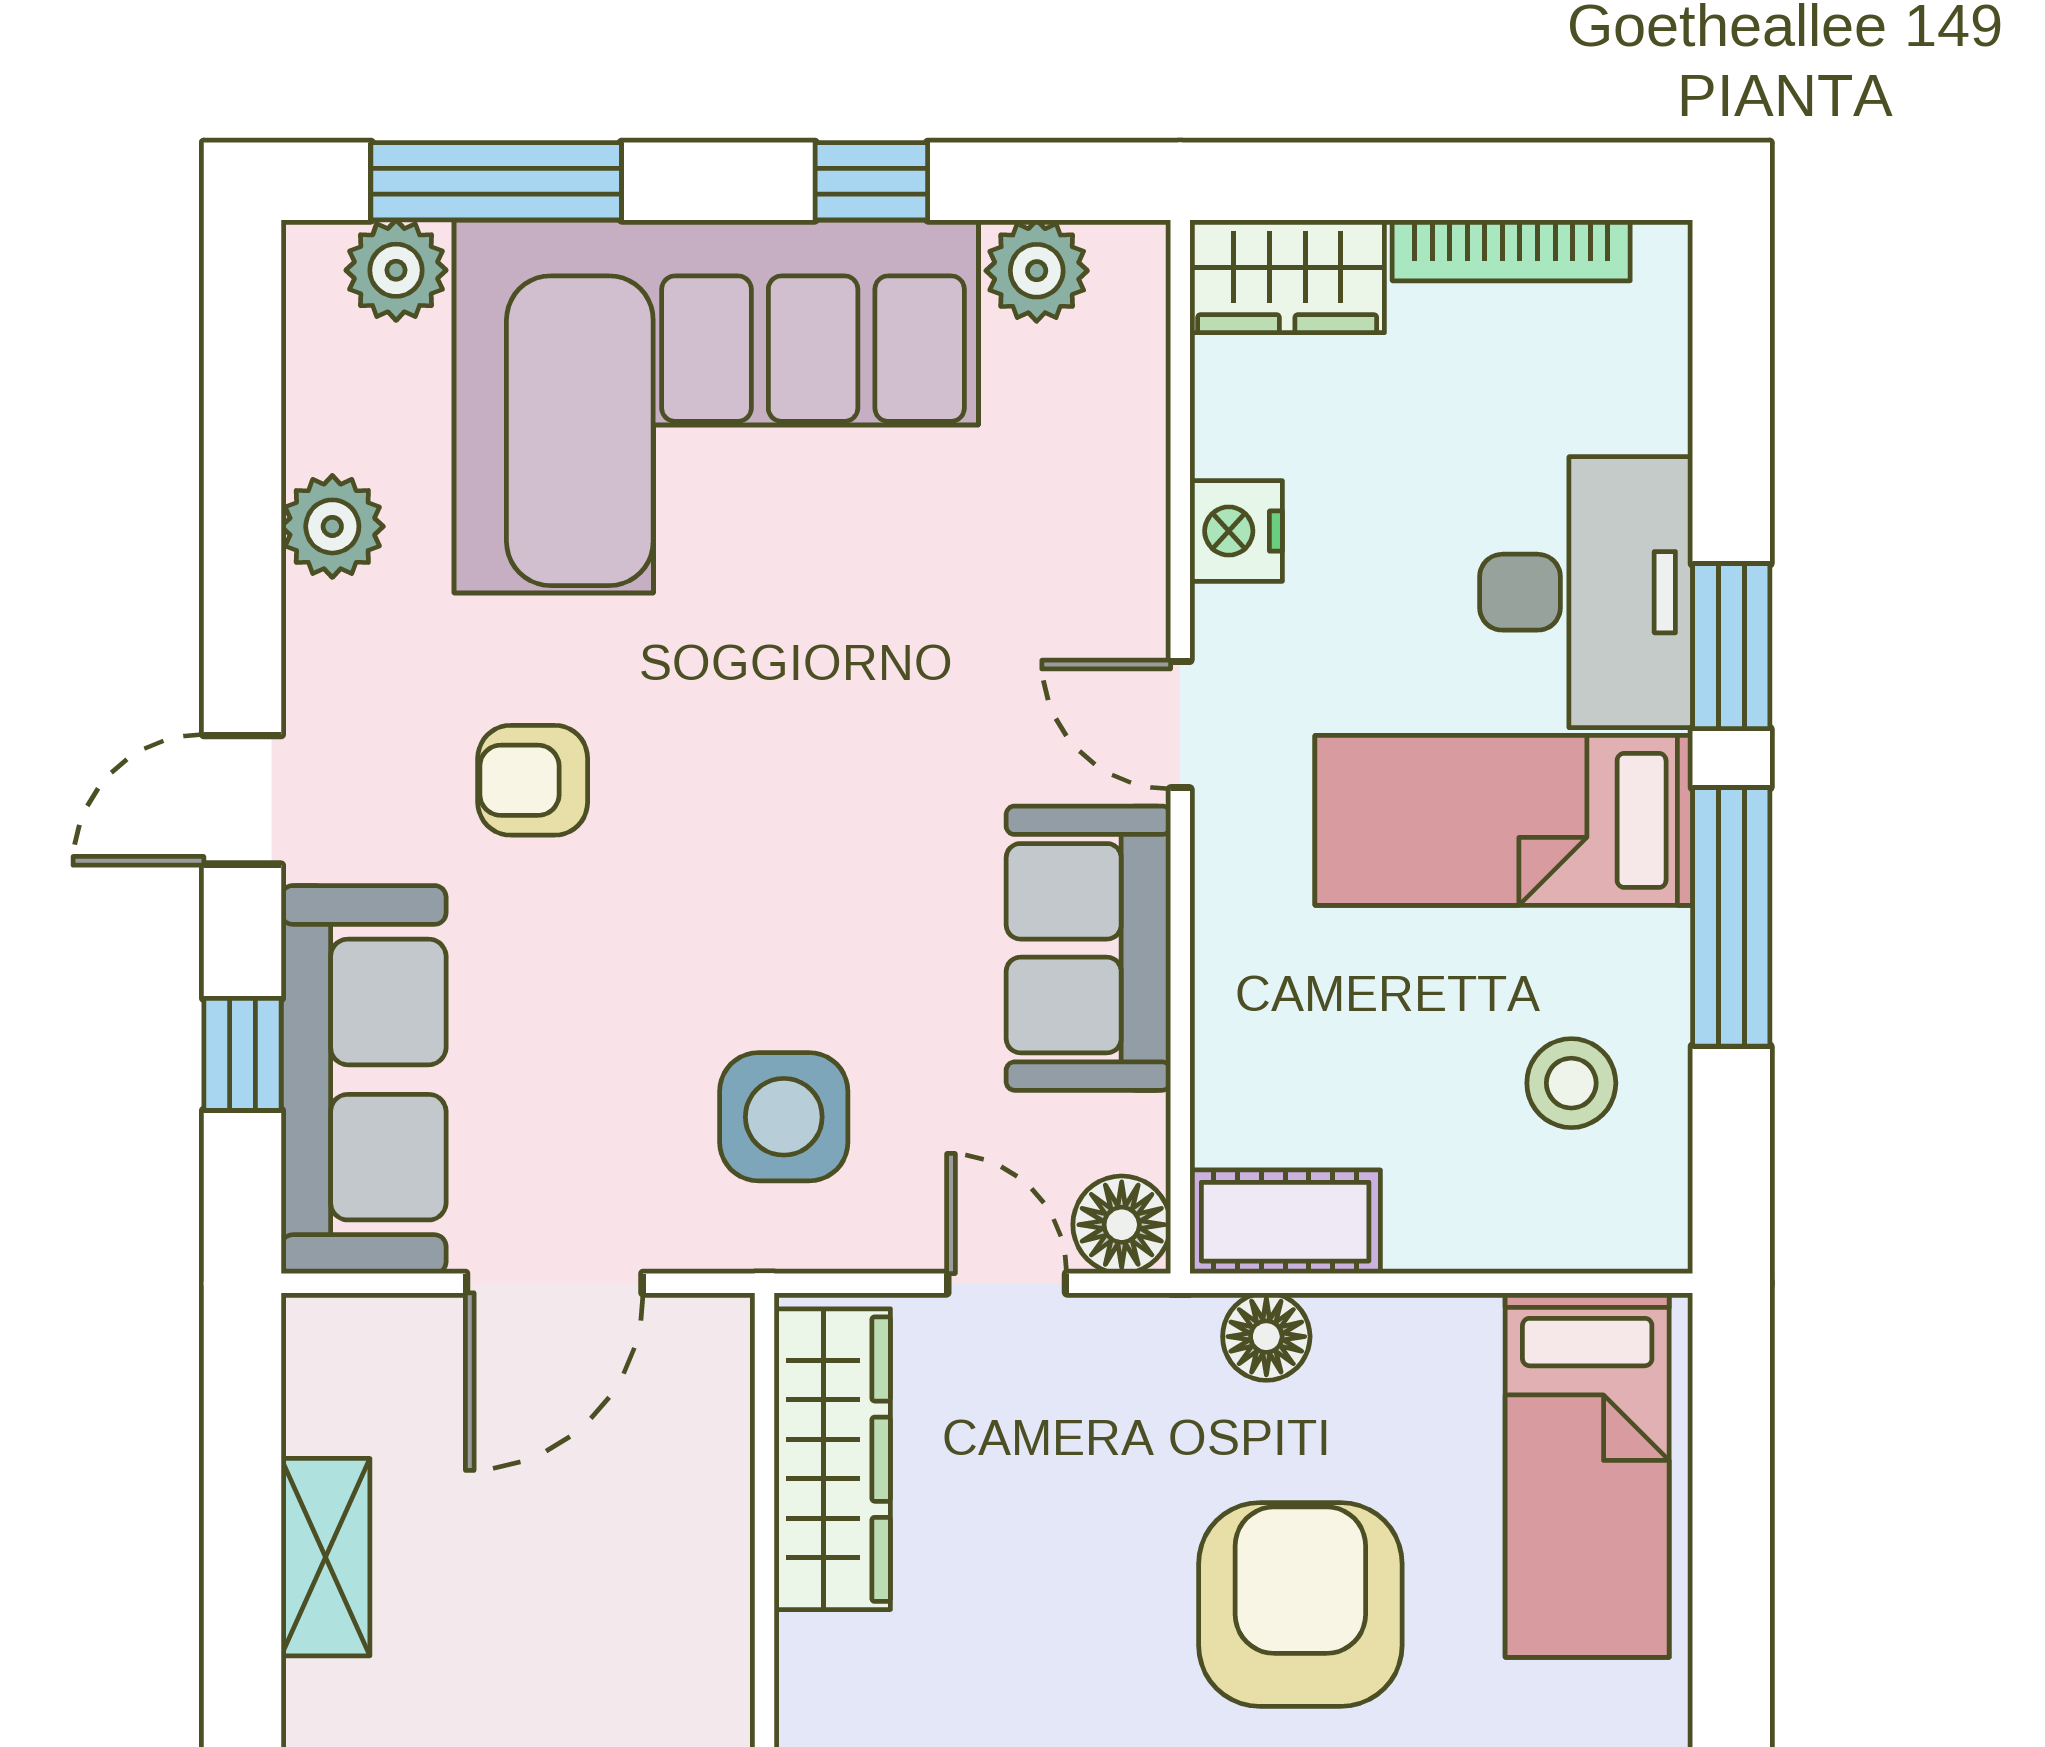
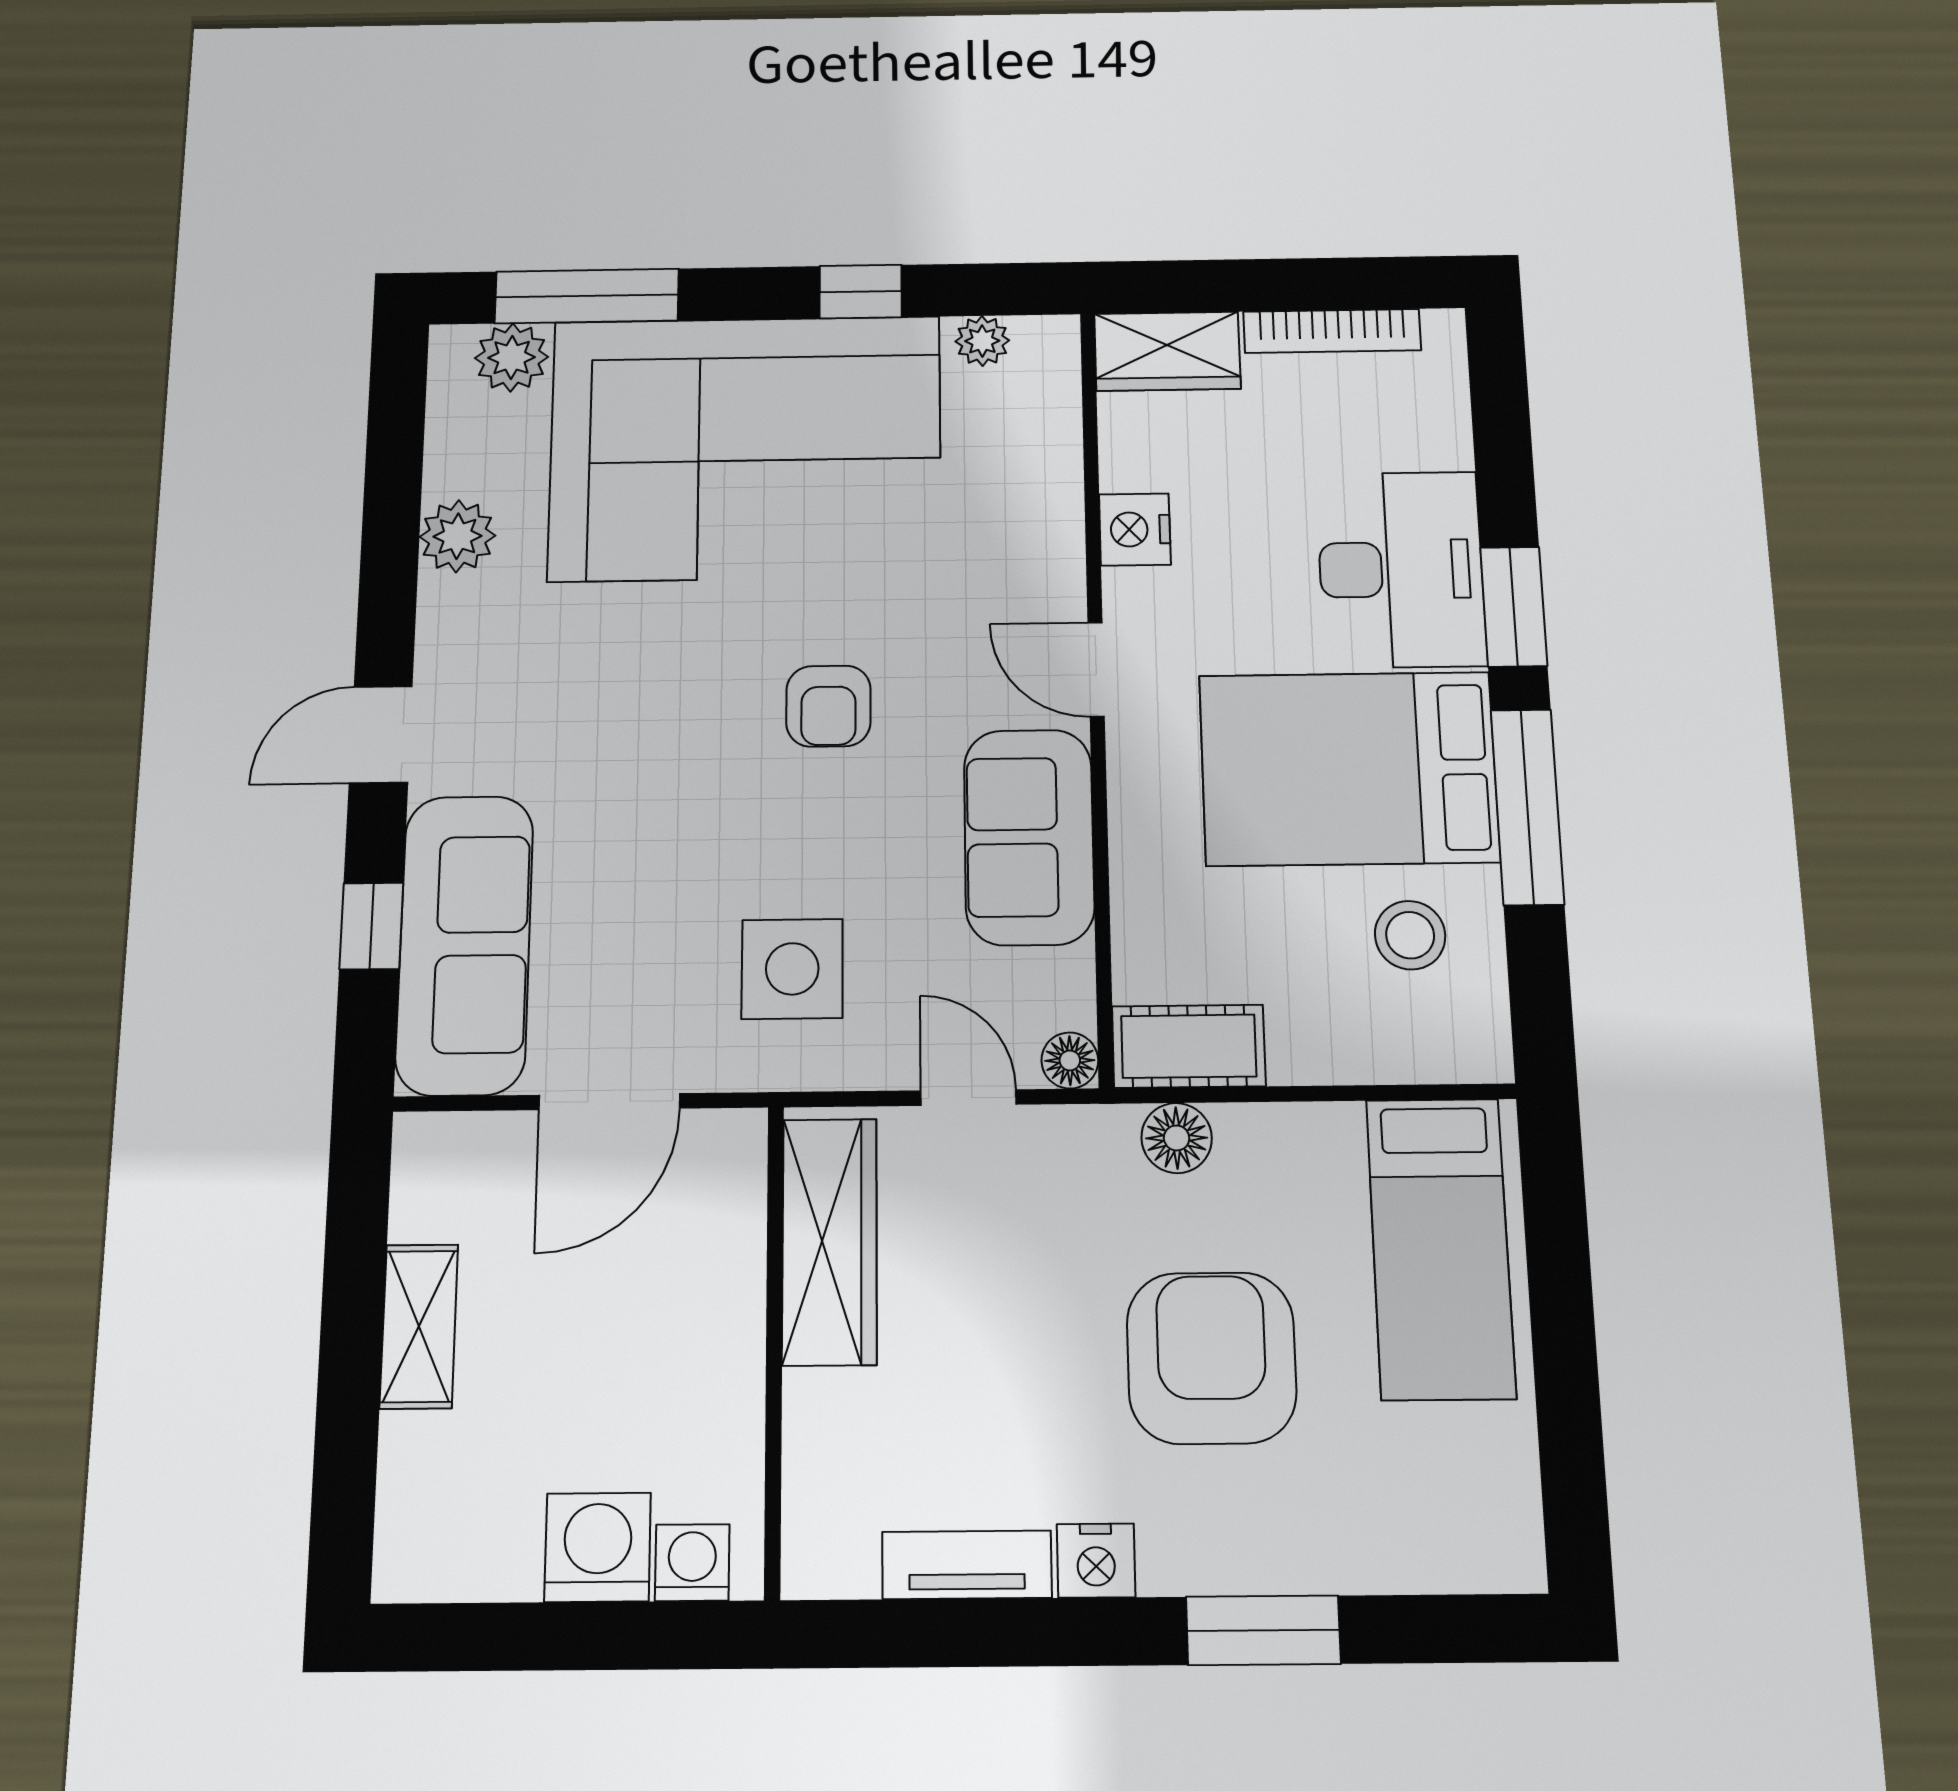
plant: (1037, 271) -> (982, 341), width x0.73, depth x0.73
armchair: (533, 780) -> (828, 706), moved, turned -90
bed: (1504, 820) -> (1349, 768), width x1.50
floor lamp: (1122, 1225) -> (1070, 1060), width x0.73, depth x0.73

